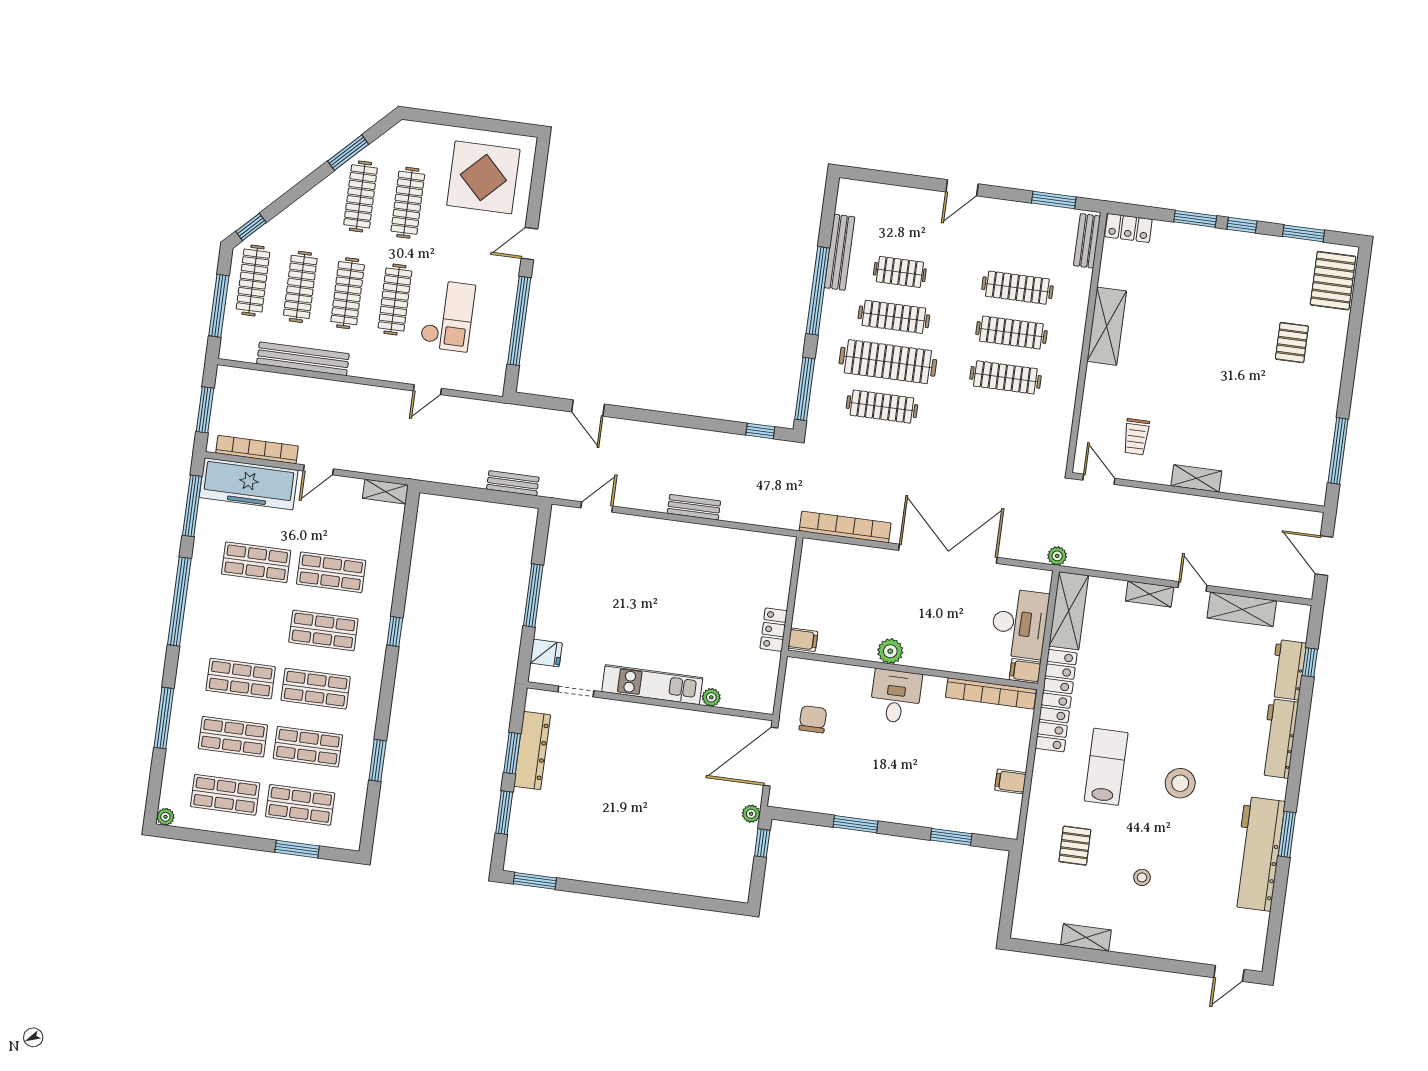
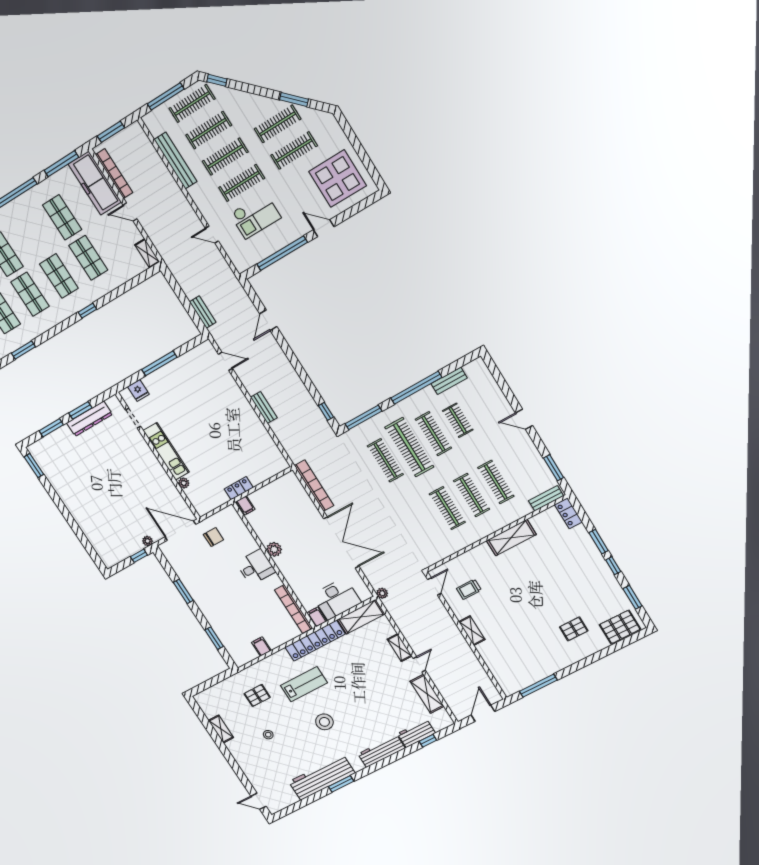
bench: (839, 252) -> (449, 381), width x0.73

